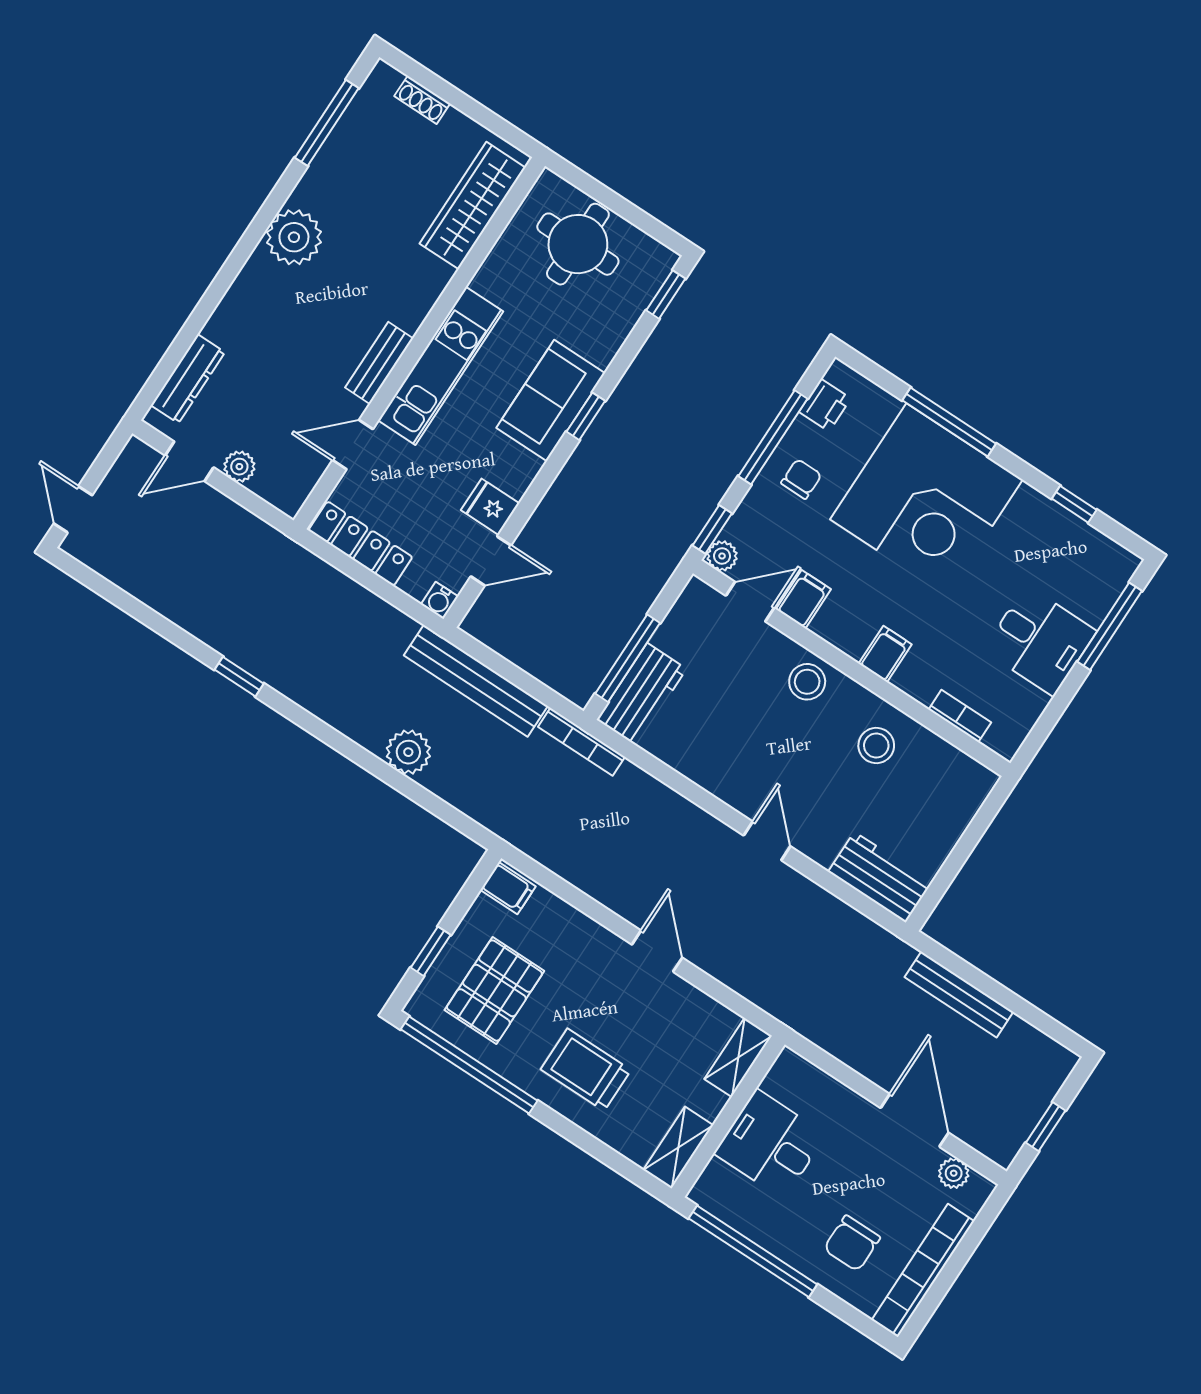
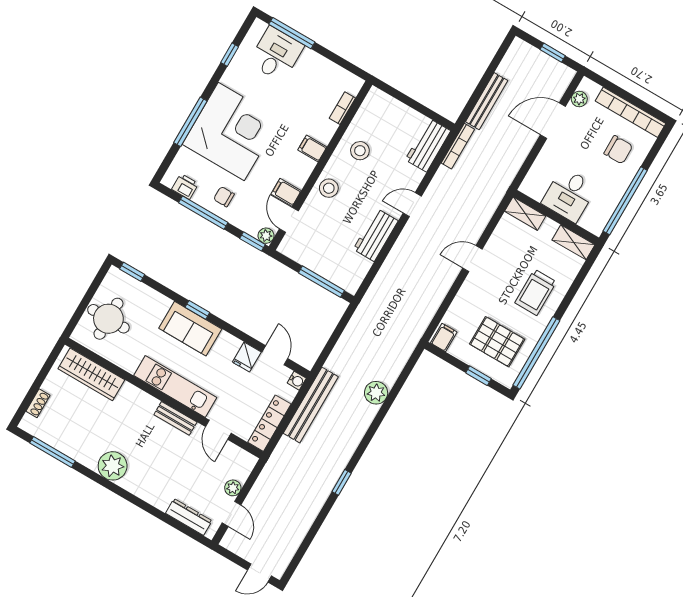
desk: (1040, 641) -> (276, 54), moved
bench: (476, 681) -> (311, 405), moved
workbench: (642, 694) -> (376, 235), moved, turned -90
bookcase: (582, 742) -> (458, 146), moved

